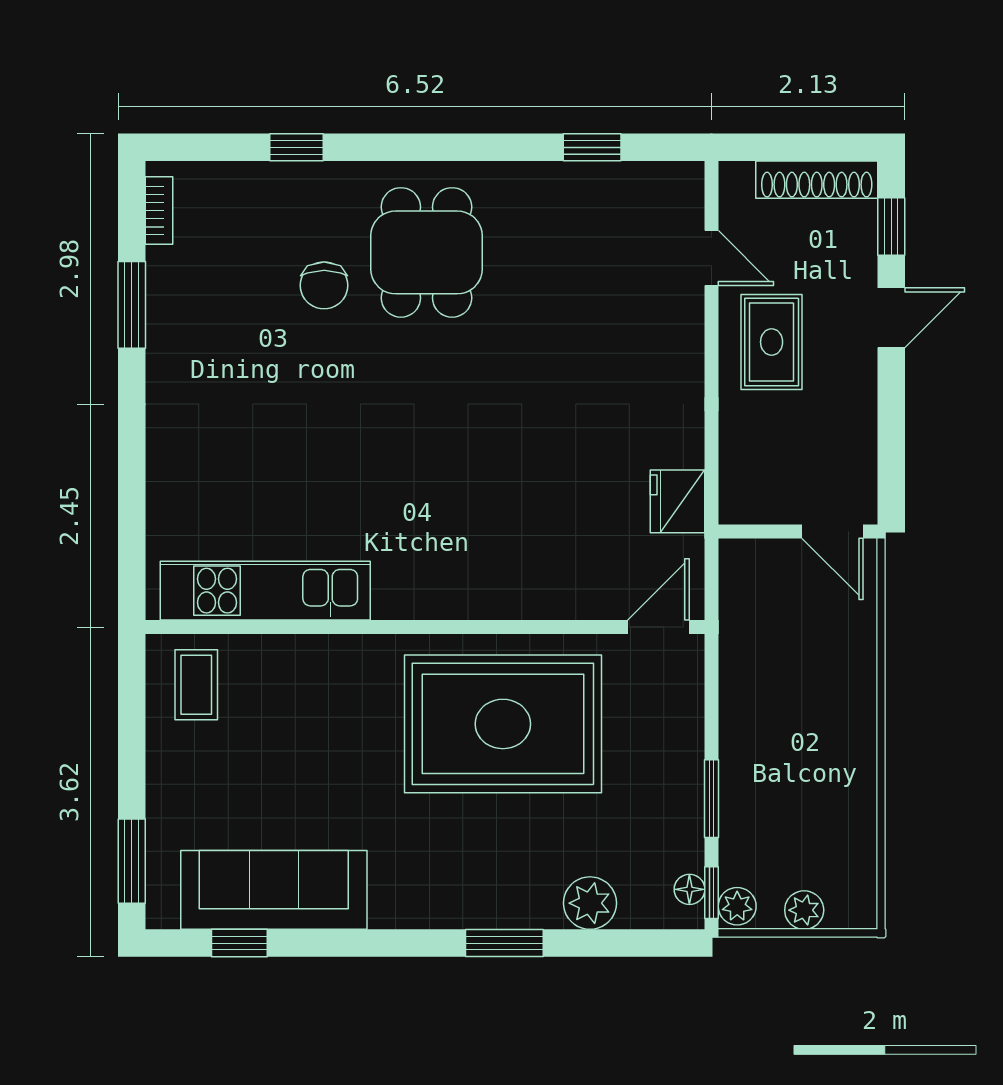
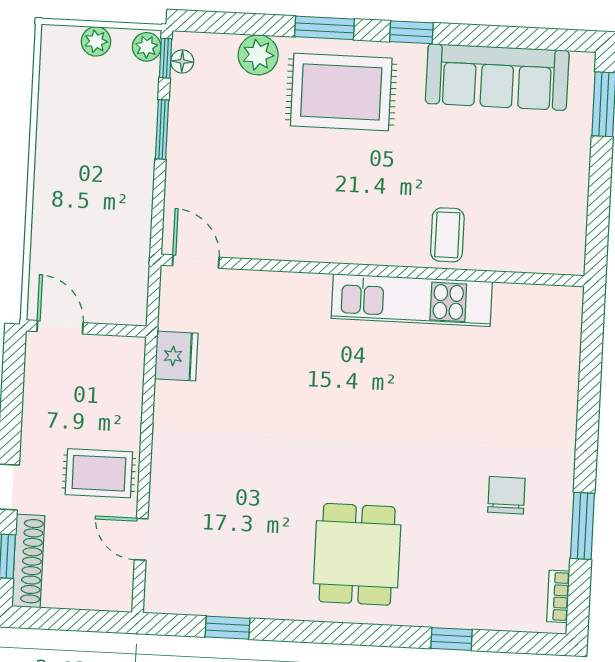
shoe rack: (817, 180) -> (28, 561), moved, turned 90
chair: (324, 285) -> (506, 495), moved
rug: (772, 342) -> (99, 473), turned 90
kitchen unit: (265, 591) -> (412, 300), moved
door: (658, 627) -> (196, 261), swing flipped
coffee table: (196, 685) -> (447, 235), moved
rug: (503, 724) -> (341, 92), moved, width x0.73, depth x0.69
window: (239, 943) -> (411, 32), moved

